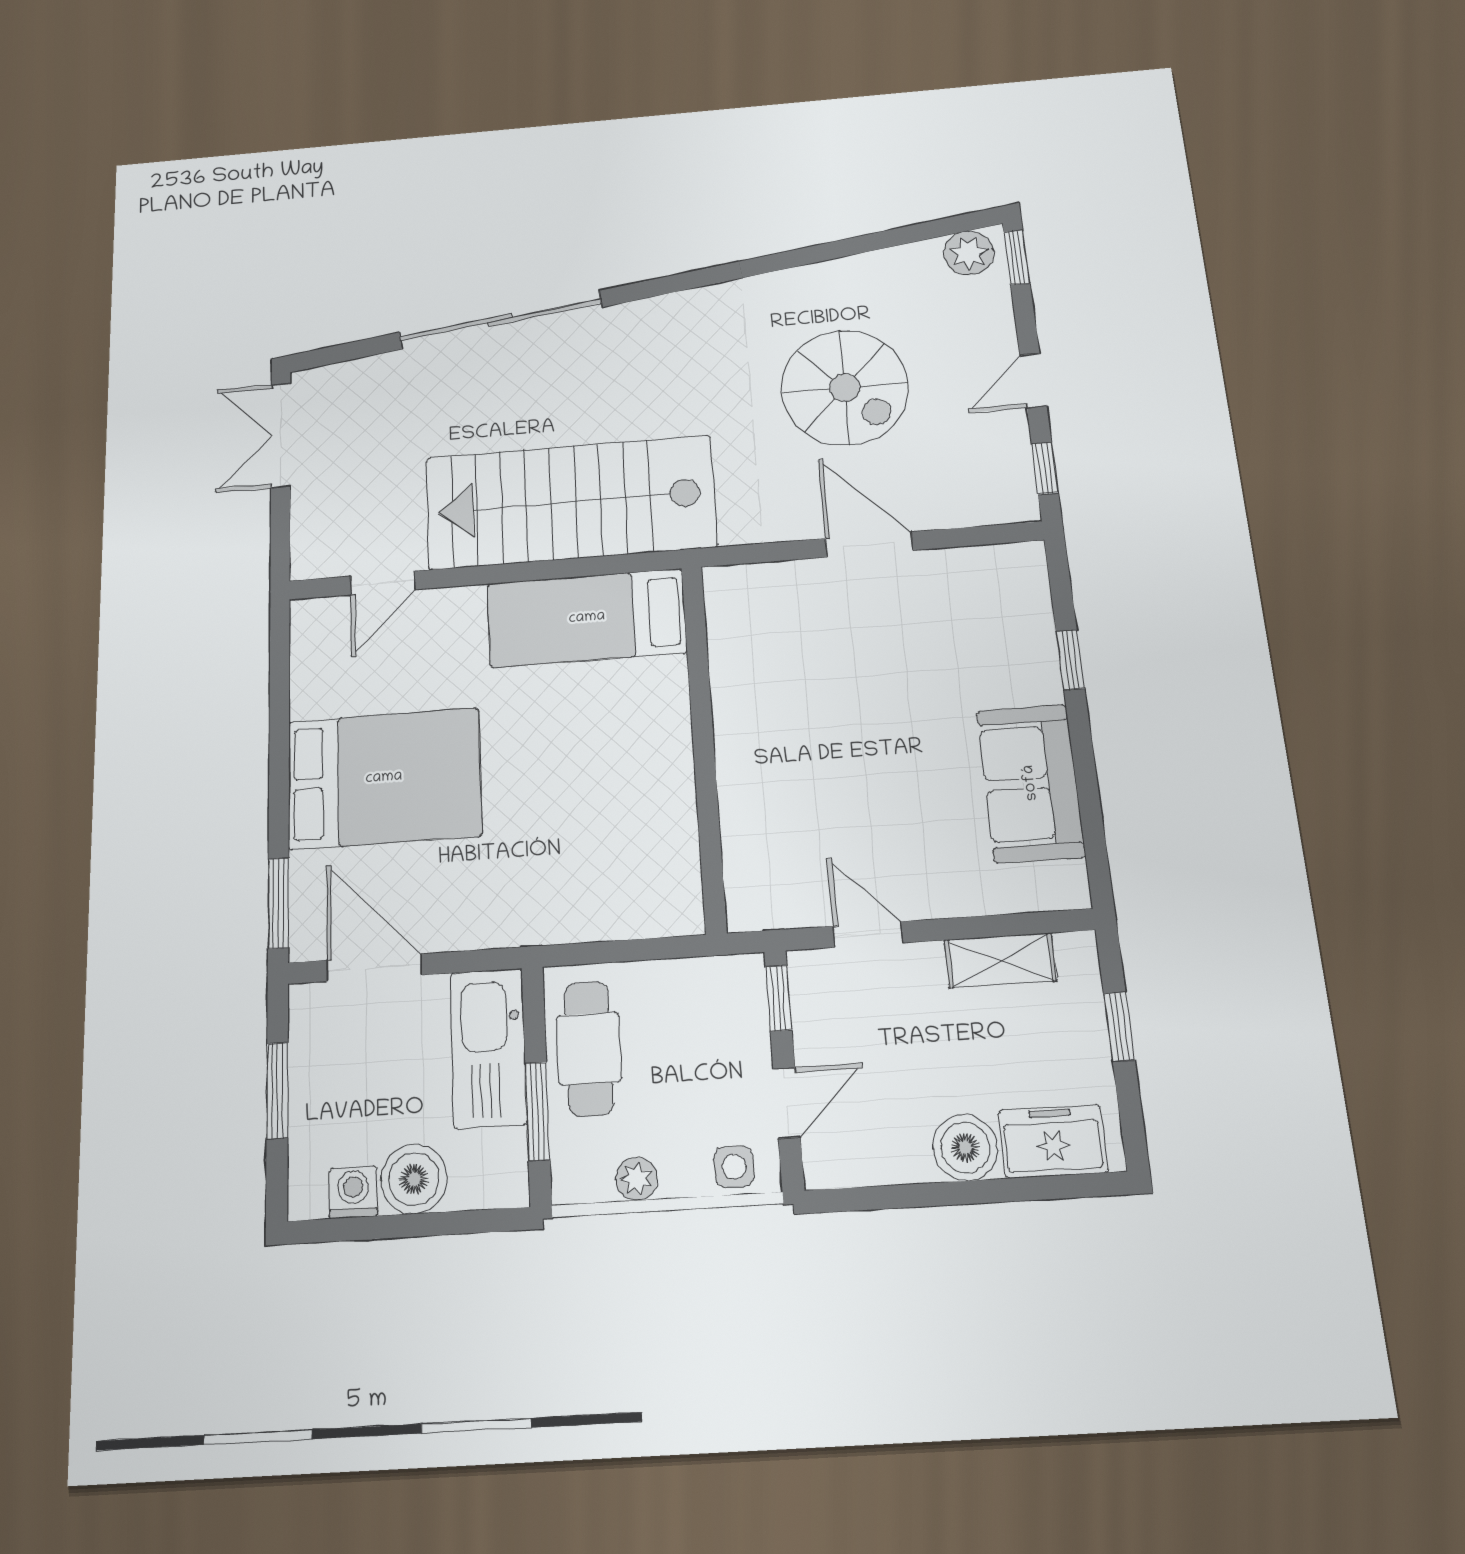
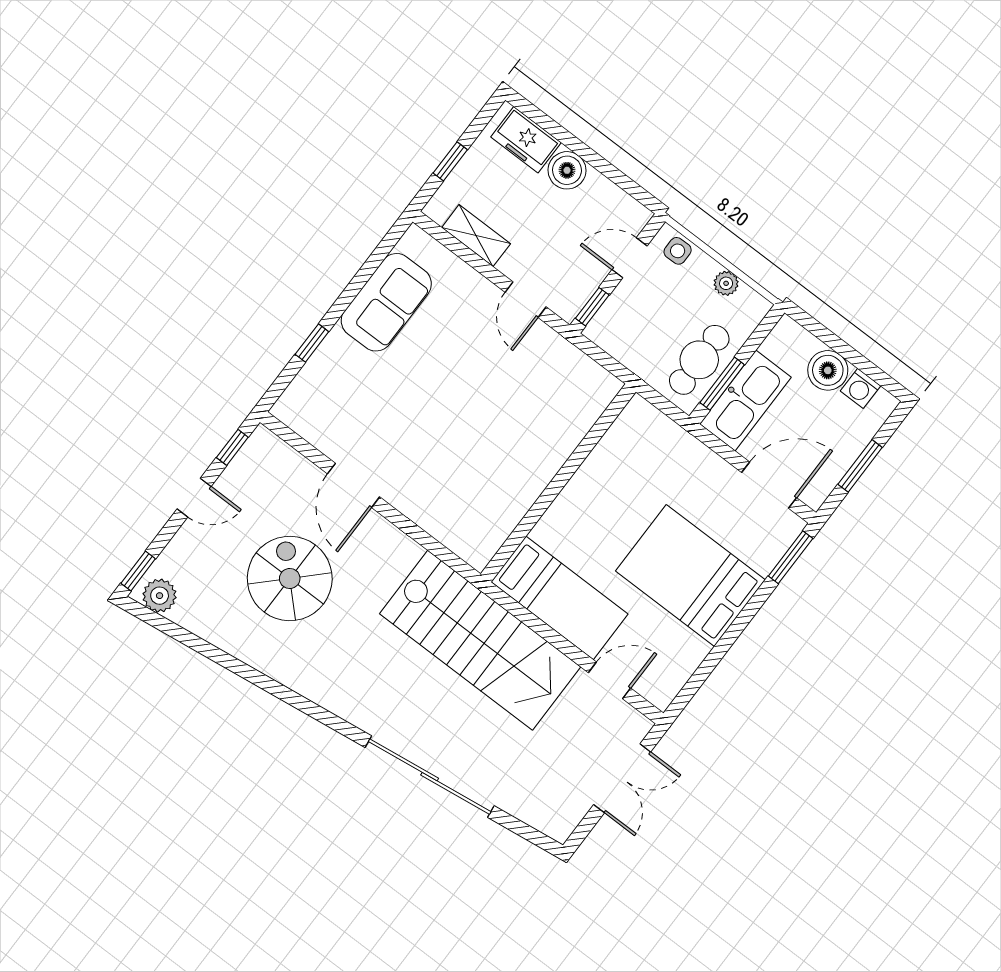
double door: (281, 435) -> (622, 778), moved
bed: (587, 618) -> (560, 598), moved
wall: (704, 745) -> (558, 483), moved
door: (374, 968) -> (769, 485), swing flipped
window: (537, 1111) -> (722, 384), moved

